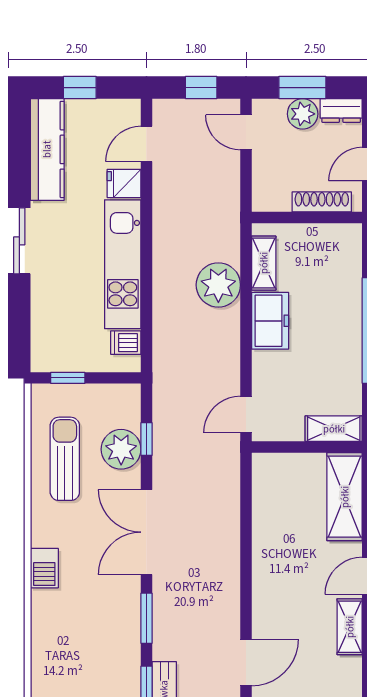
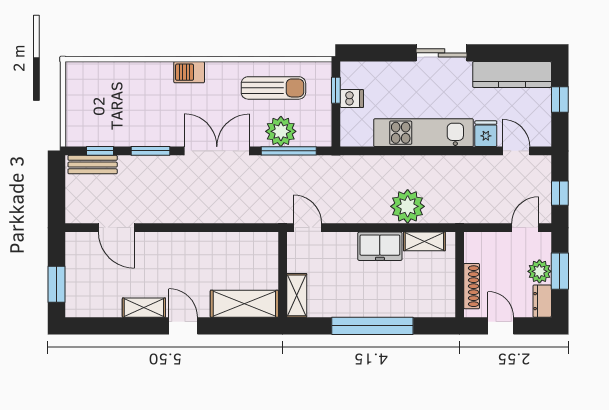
dishwasher: (126, 343) -> (352, 99), moved, turned 90
window: (146, 439) -> (289, 151), width x2.17

